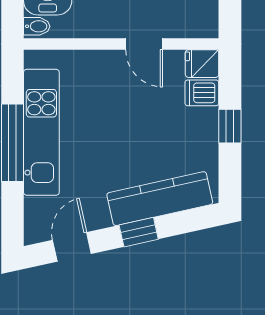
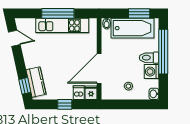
door: (144, 44) -> (99, 69), width x1.88
kitchen counter: (160, 199) -> (36, 82), width x0.67
window: (139, 232) -> (25, 86), moved

